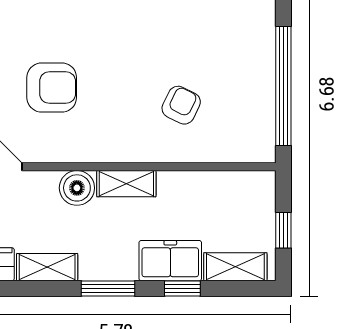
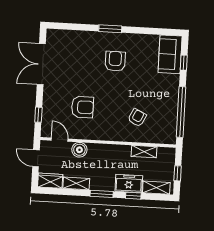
shelving: (126, 184) -> (144, 152), moved
boiler: (77, 188) -> (79, 150), moved

